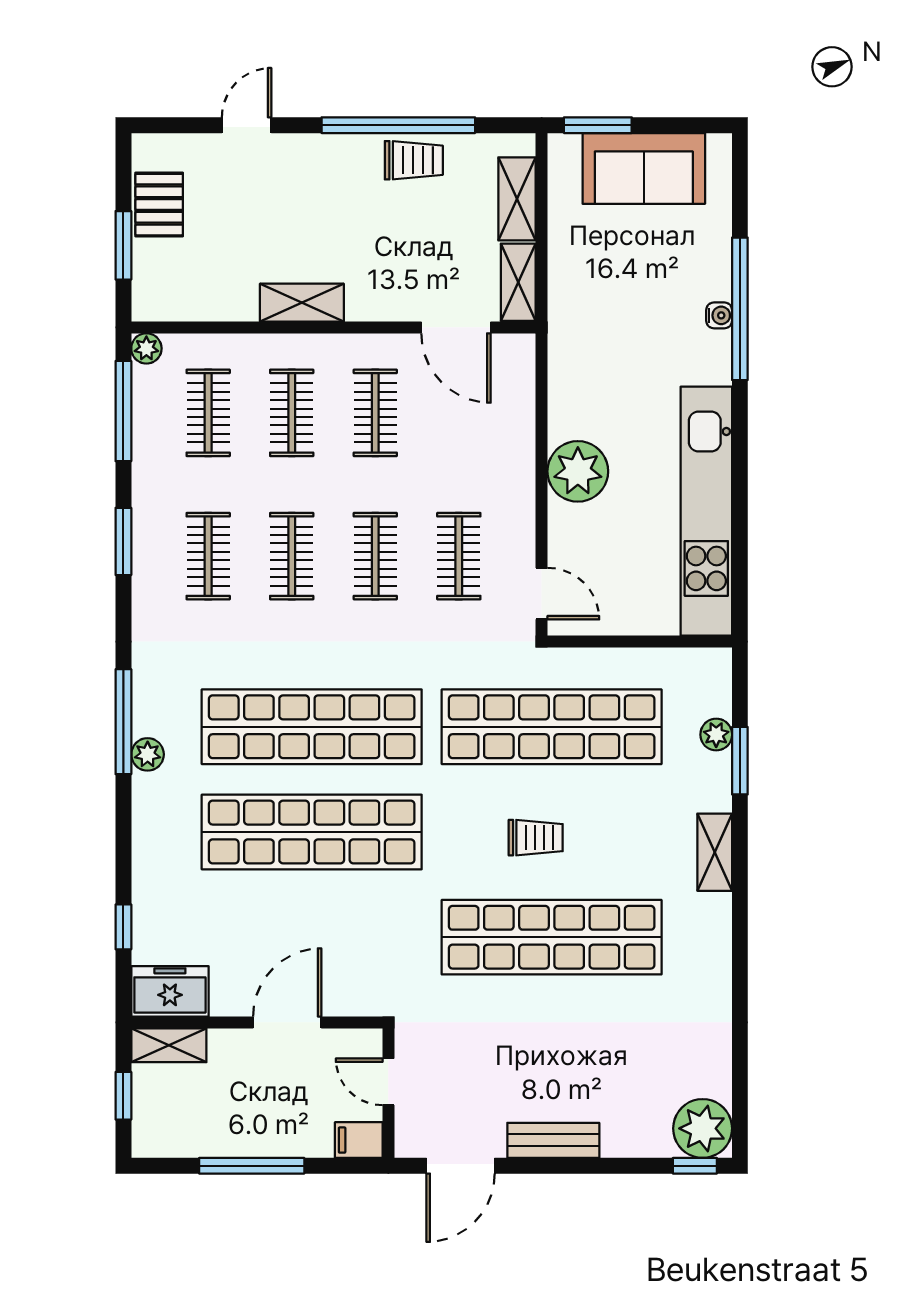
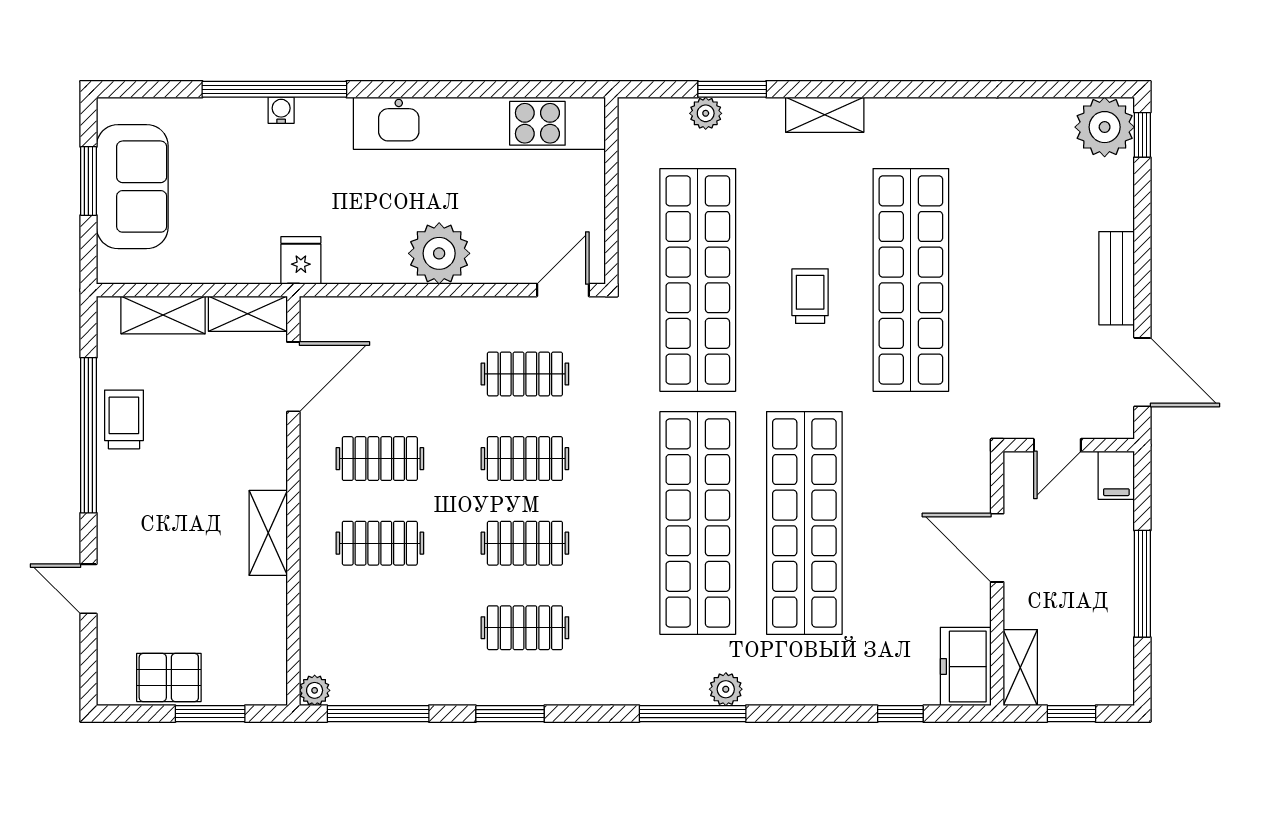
window: (598, 125) -> (88, 181), moved
fridge: (571, 335) -> (301, 260), added
clothes rail: (208, 413) -> (380, 628), removed

